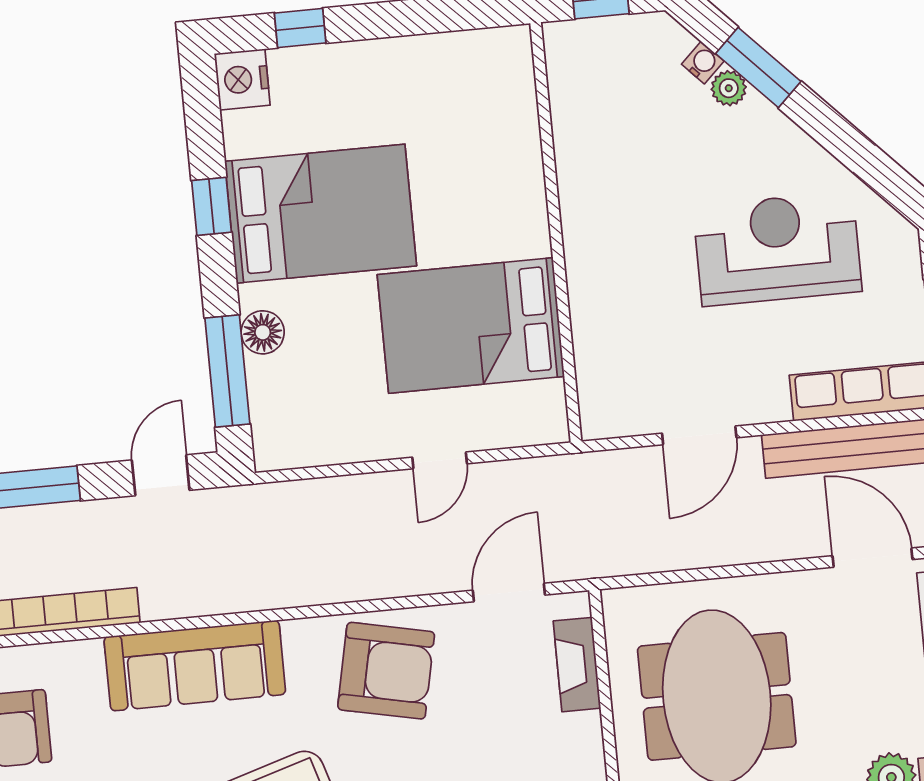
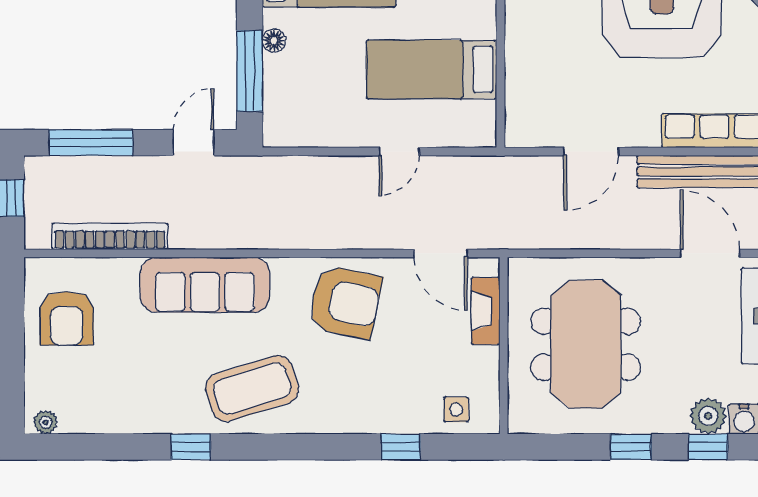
bed: (471, 326) -> (432, 69), width x0.67
floor lamp: (263, 332) -> (274, 41), width x0.73, depth x0.73
door: (509, 593) -> (441, 253), swing flipped

